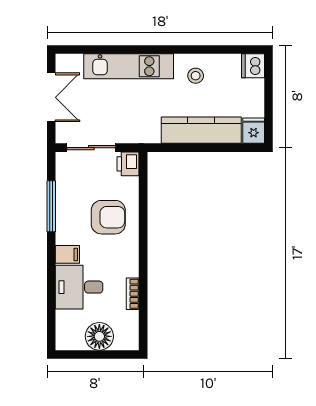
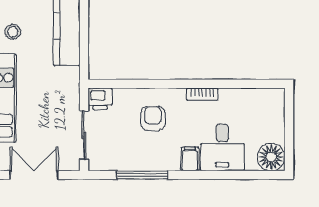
armchair: (108, 217) -> (153, 118), width x0.72, depth x0.72
bookcase: (133, 294) -> (202, 94), moved
floor lamp: (99, 336) -> (271, 157), moved

